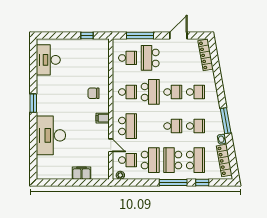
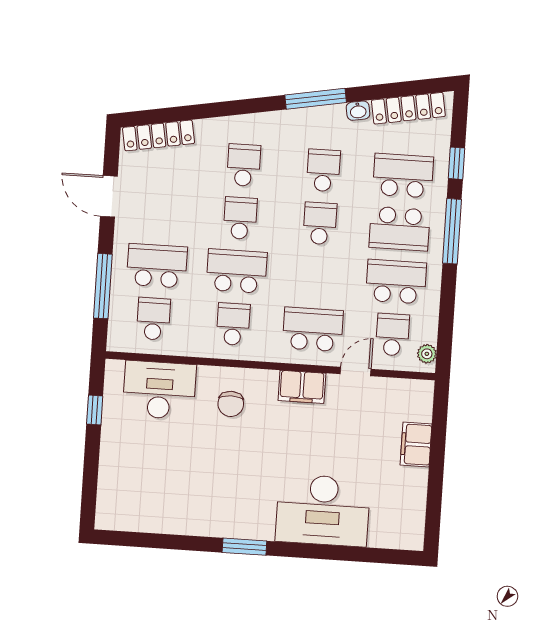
school desk: (150, 58) -> (157, 266), turned 180
desk: (48, 60) -> (159, 390), moved, turned 180
filing cabinet: (103, 118) -> (302, 387), width x2.00

